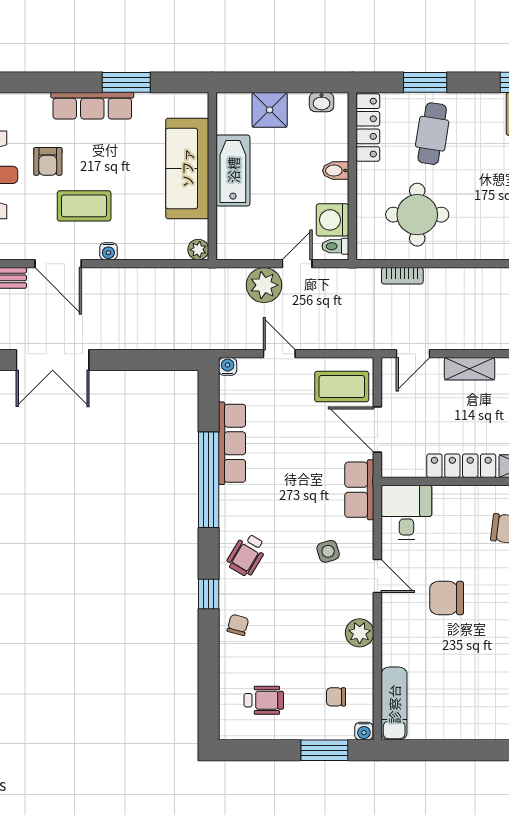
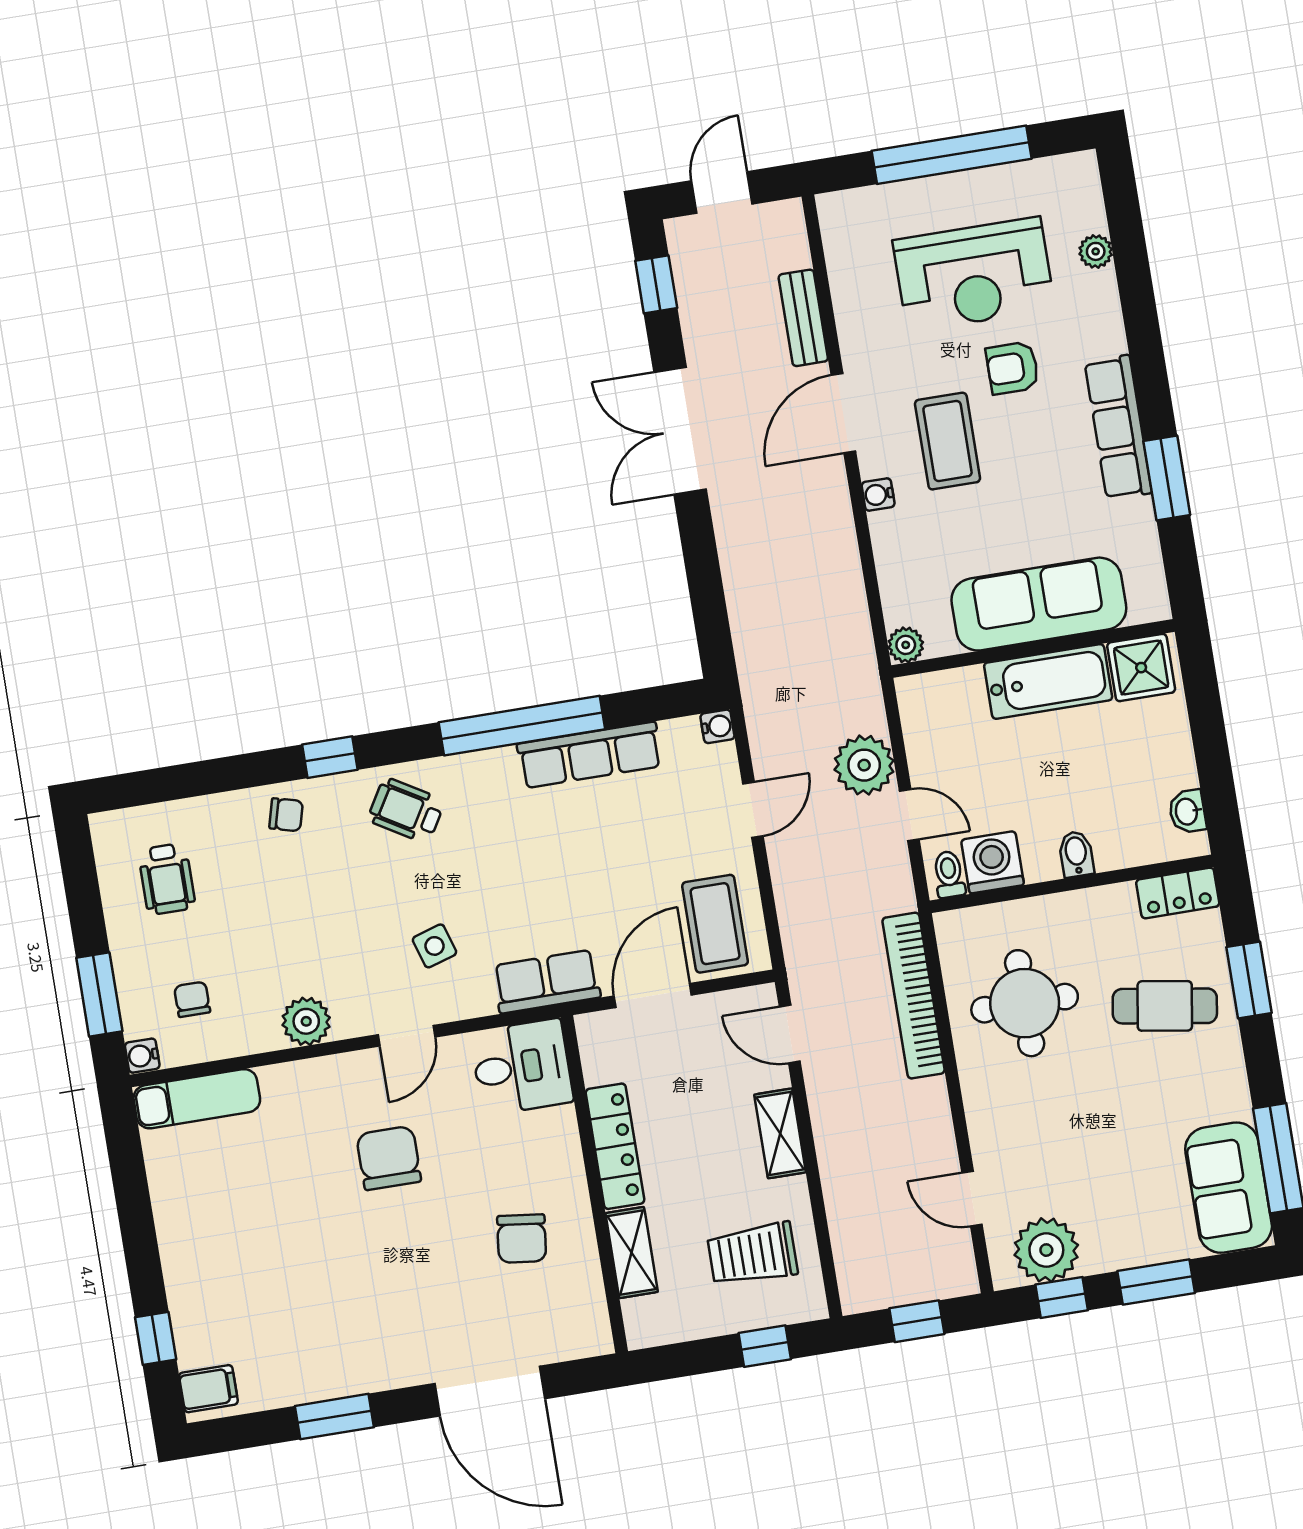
shower: (270, 110) -> (1141, 668), moved
locker: (368, 128) -> (1178, 893), width x0.66
bookcase: (402, 276) -> (913, 996), width x2.31, depth x1.31

